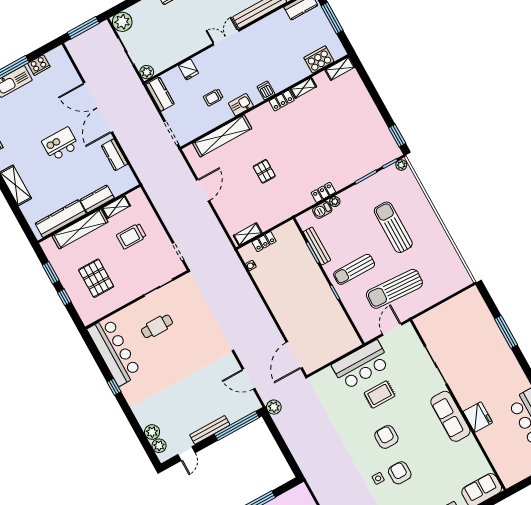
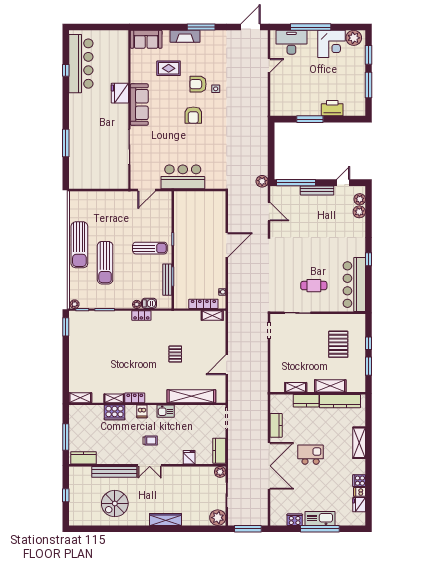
cooker: (319, 60) -> (115, 412), moved
trolley: (213, 97) -> (150, 441), moved
kitchen island: (60, 144) -> (311, 455), turned 180
shelving: (80, 229) -> (330, 386), width x0.68
trolley: (131, 236) -> (296, 360), removed
locker: (264, 242) -> (203, 304), width x1.53
sun lounger: (394, 289) -> (79, 245), moved, turned 87
door: (294, 355) -> (227, 245), moved
rug: (380, 394) -> (169, 68), moved
armchair: (400, 473) -> (198, 84), turned 90

